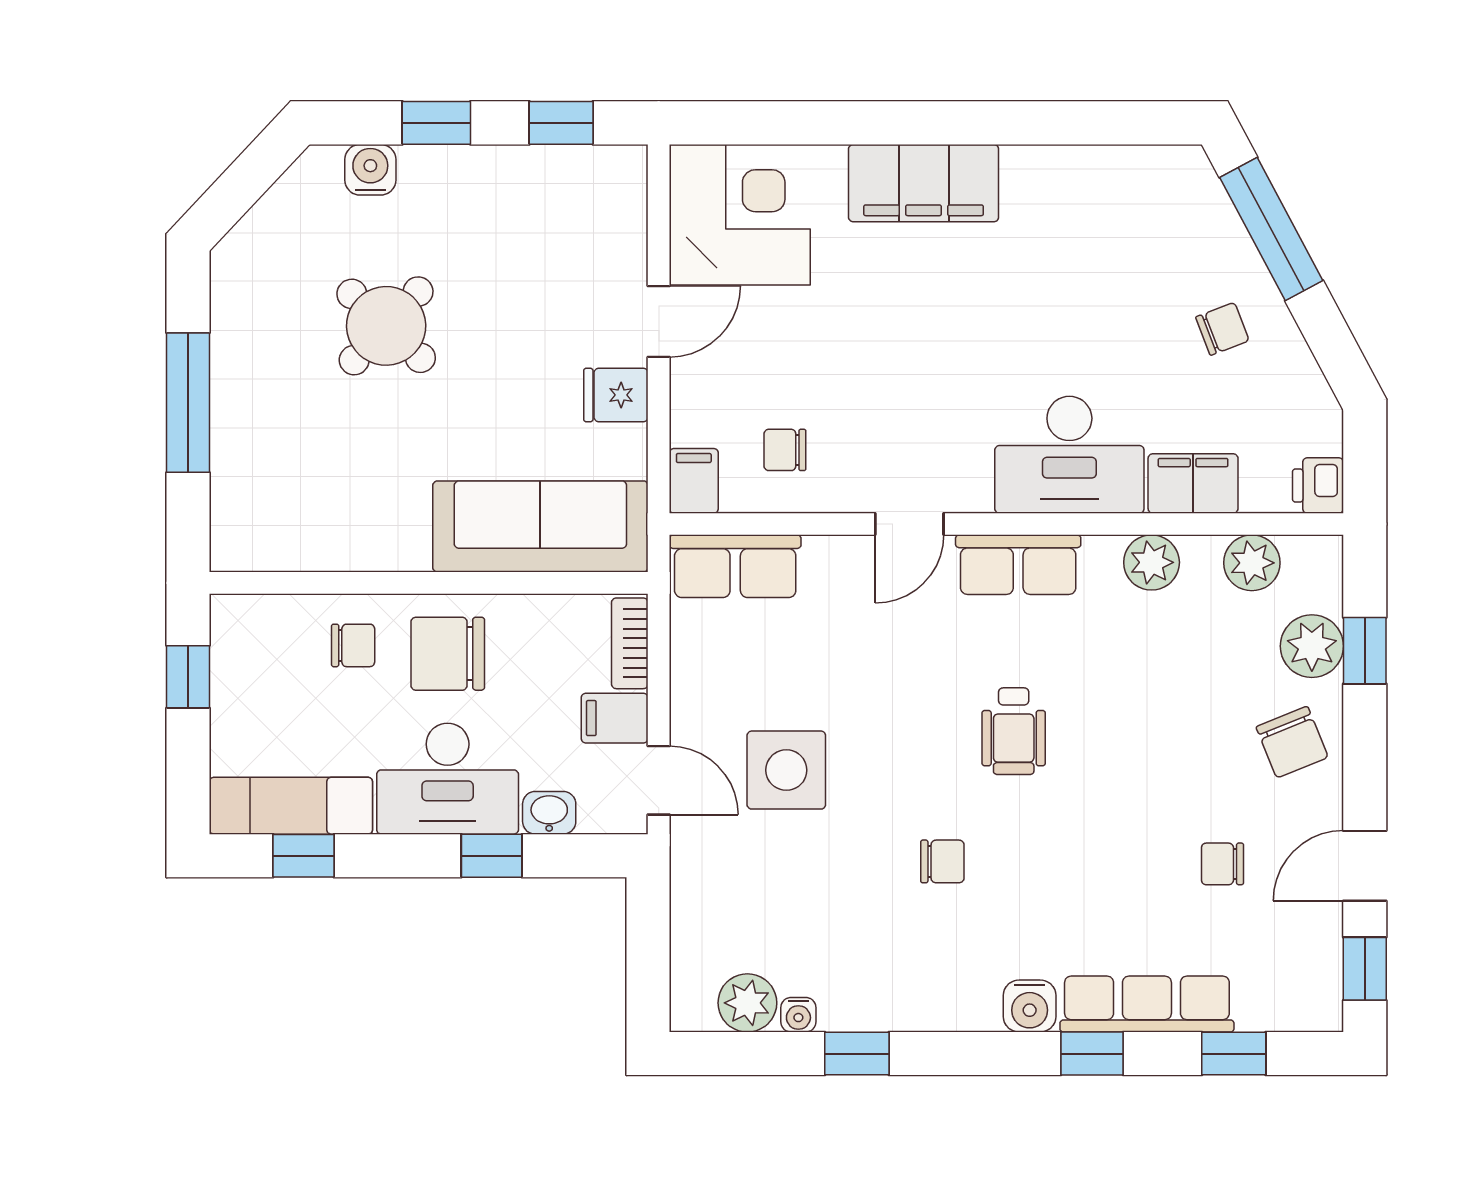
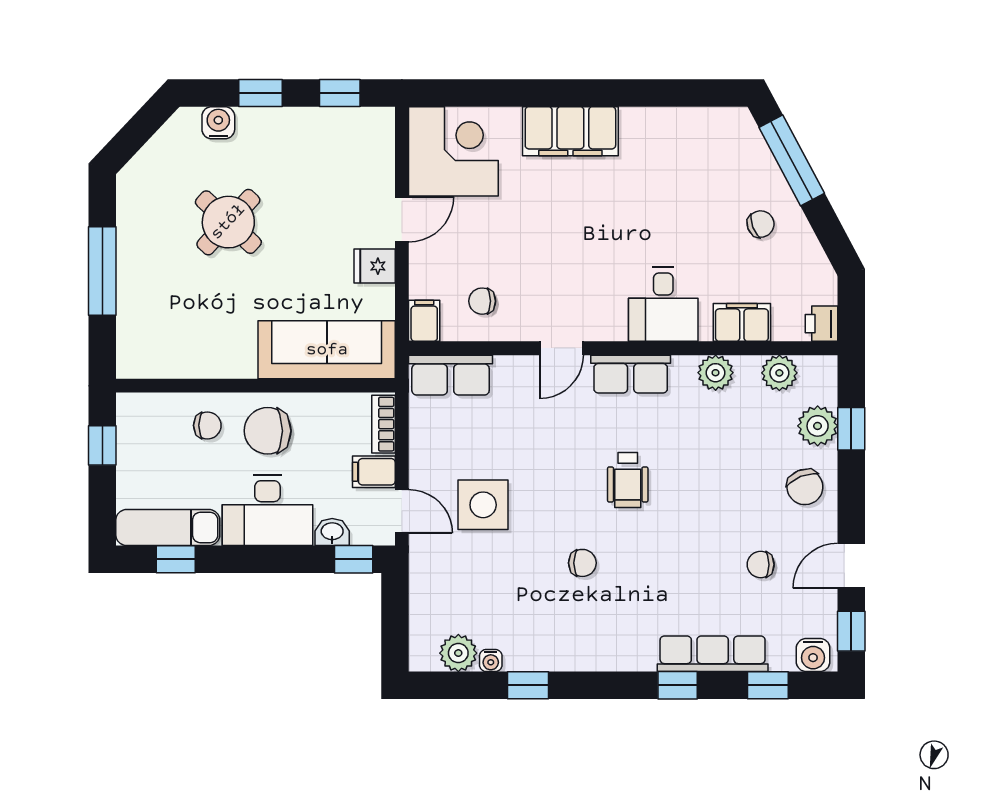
desk: (1069, 455) -> (663, 304), width x0.73
window: (492, 856) -> (354, 559), moved
water cooler: (1030, 1006) -> (813, 655), moved

